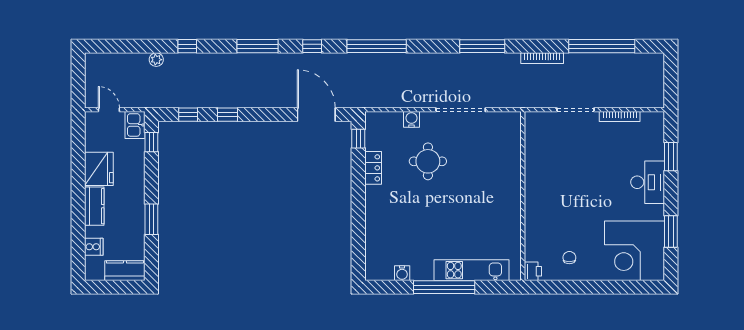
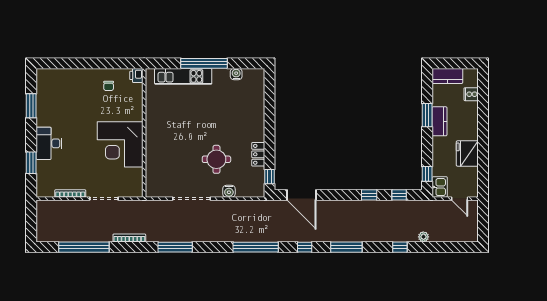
kitchen counter: (94, 206) -> (439, 121), moved, turned 180
corner desk: (634, 251) -> (120, 144), moved, turned 180

